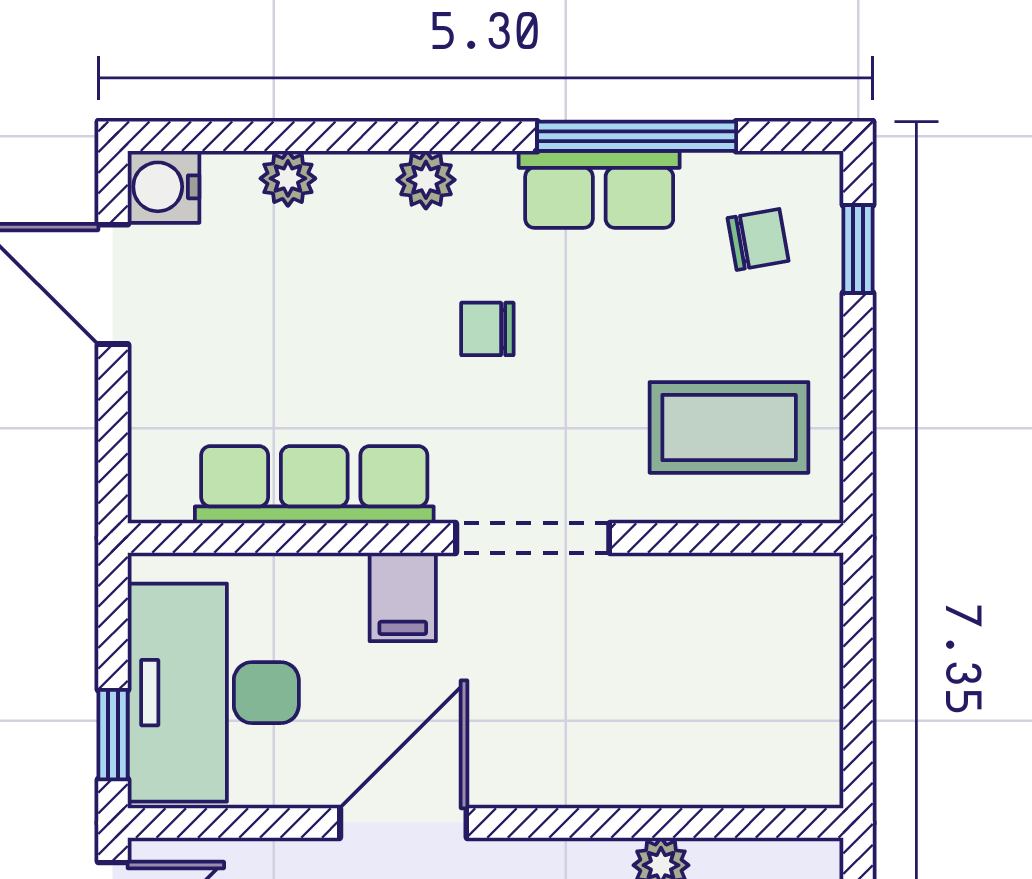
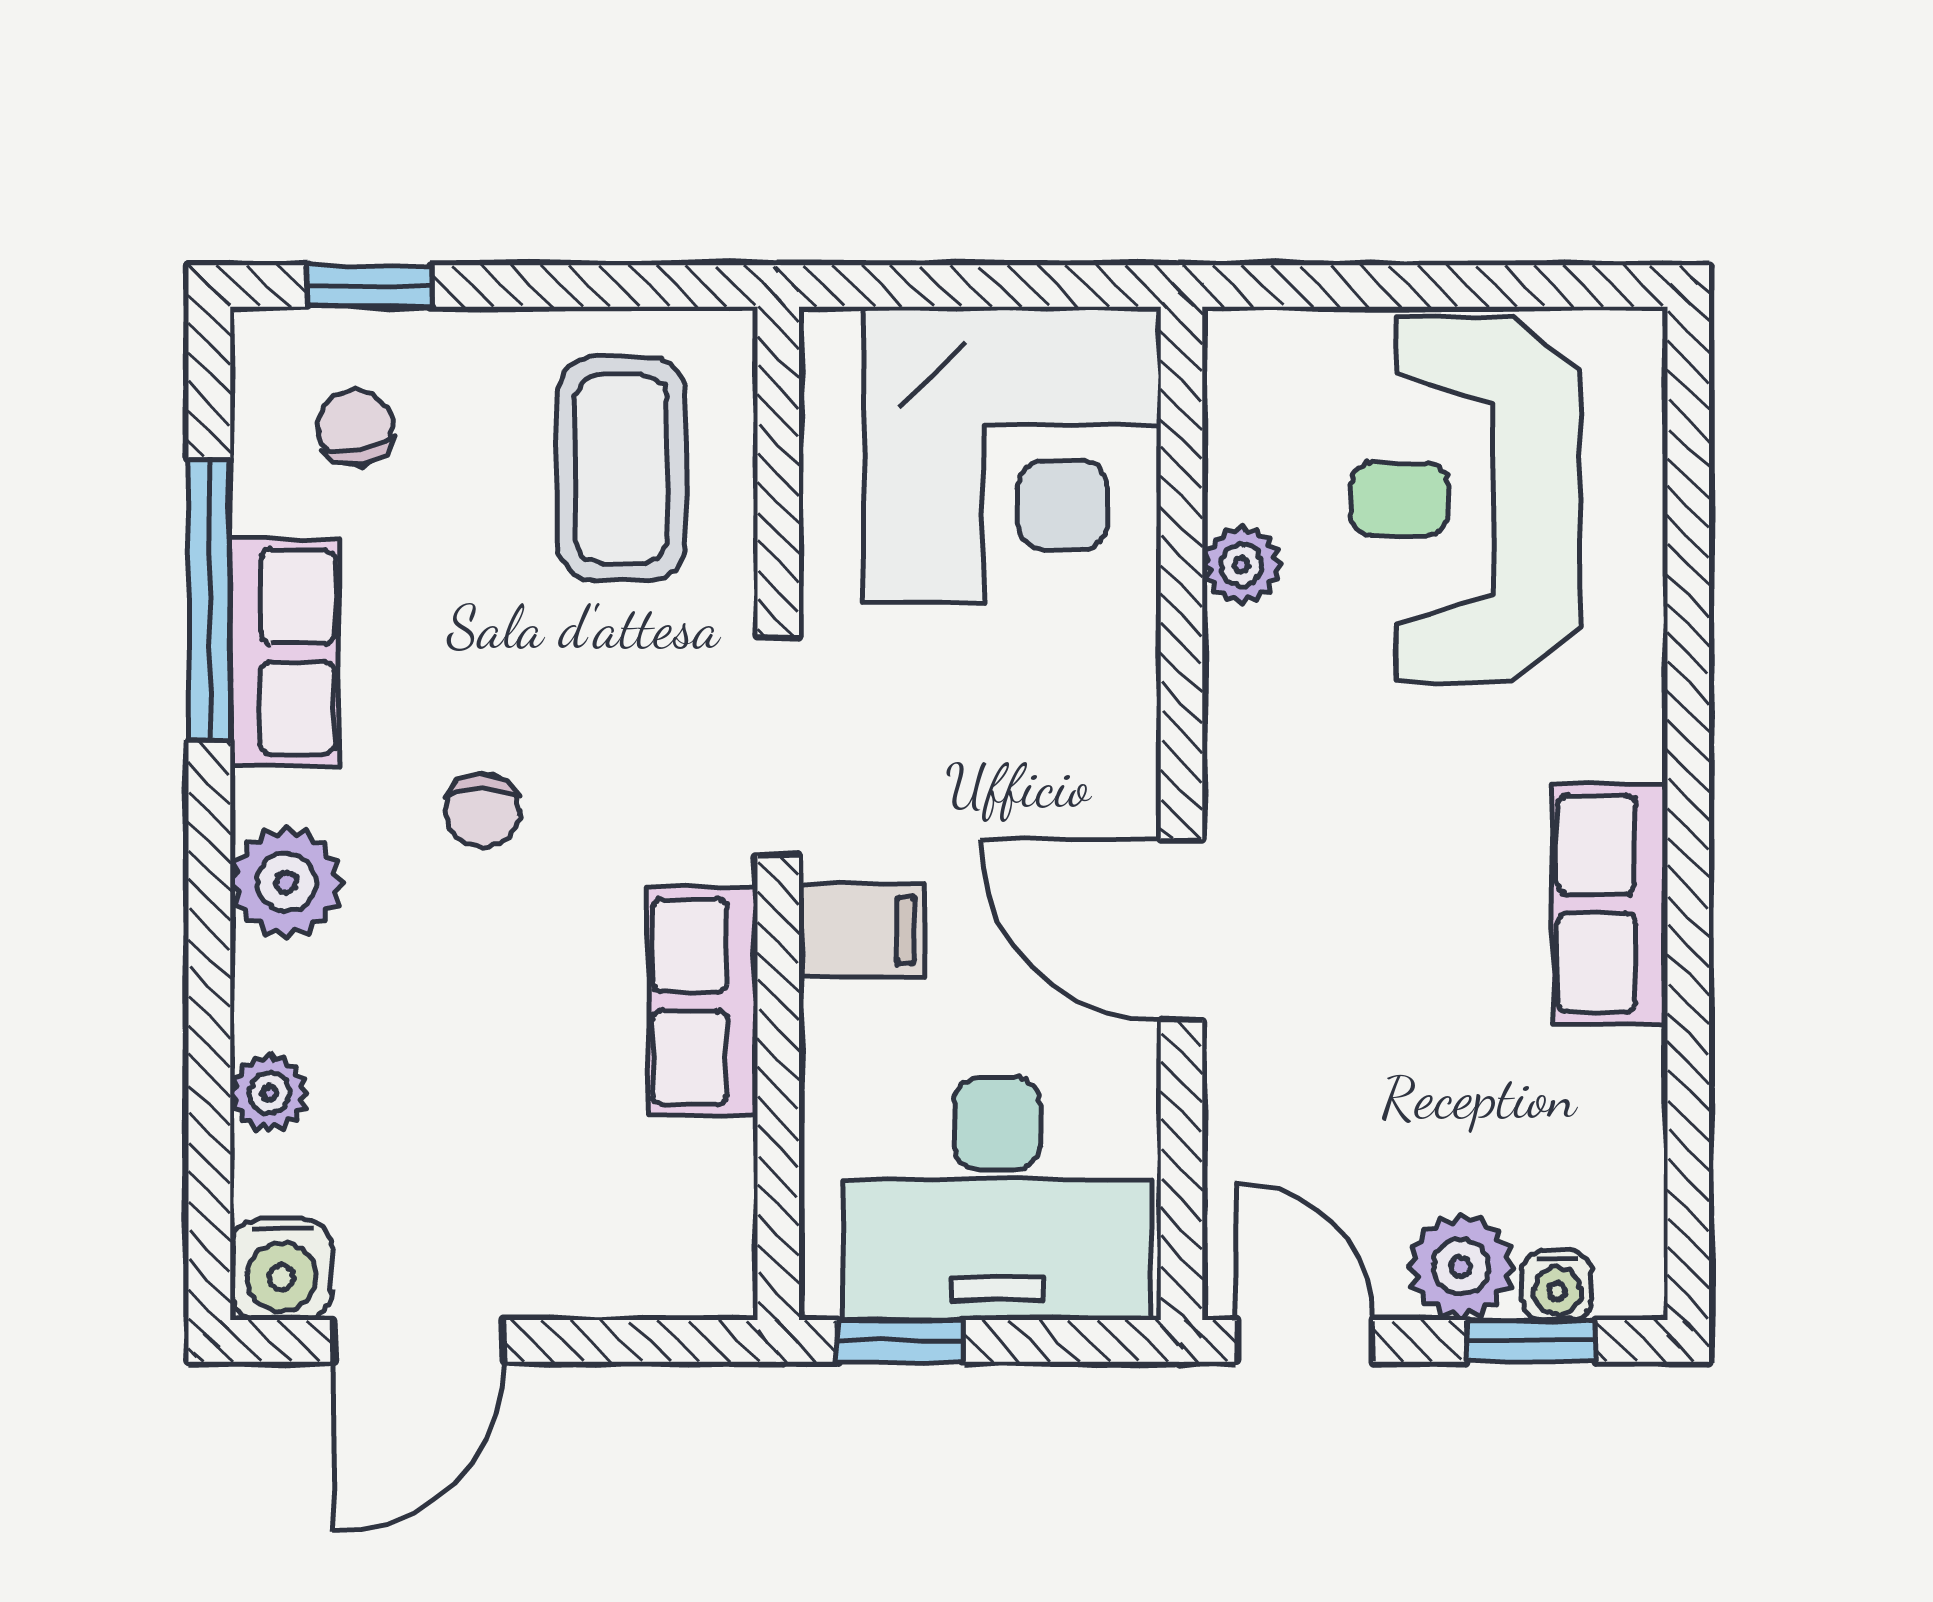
plant: (426, 180) -> (287, 882), width x1.38, depth x1.38
row of seats: (314, 485) -> (703, 1001), width x0.68
corner desk: (739, 703) -> (1012, 455), added
window: (113, 735) -> (900, 1341), moved

